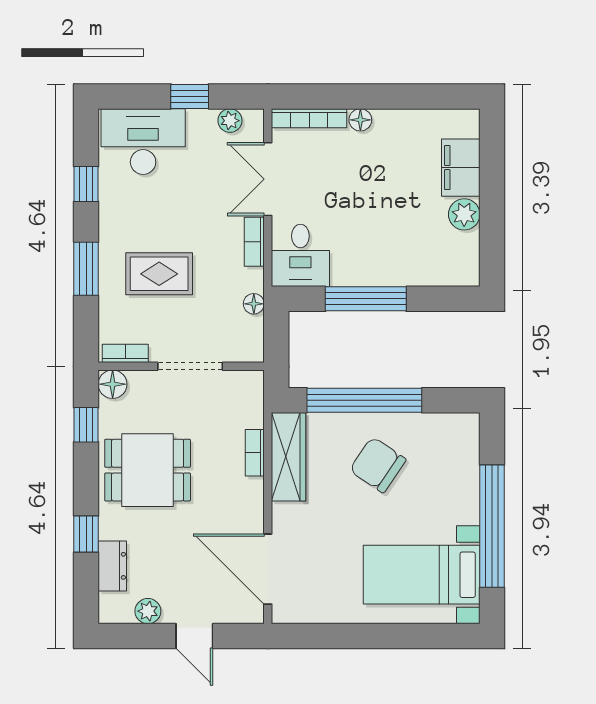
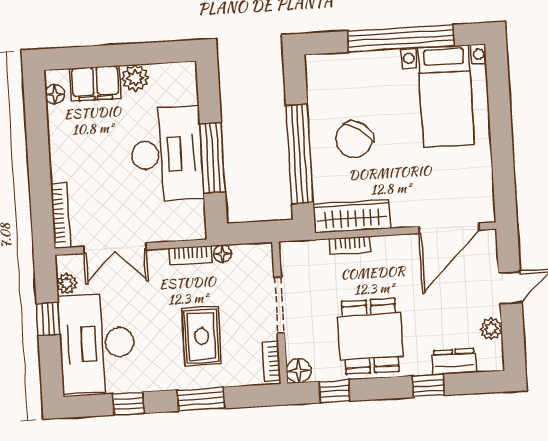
floor lamp: (360, 120) -> (55, 94), moved
desk: (143, 142) -> (97, 343), width x1.36, depth x1.30
bookcase: (254, 242) -> (190, 255), moved
desk: (300, 255) -> (167, 154), moved, width x1.87, depth x1.30

